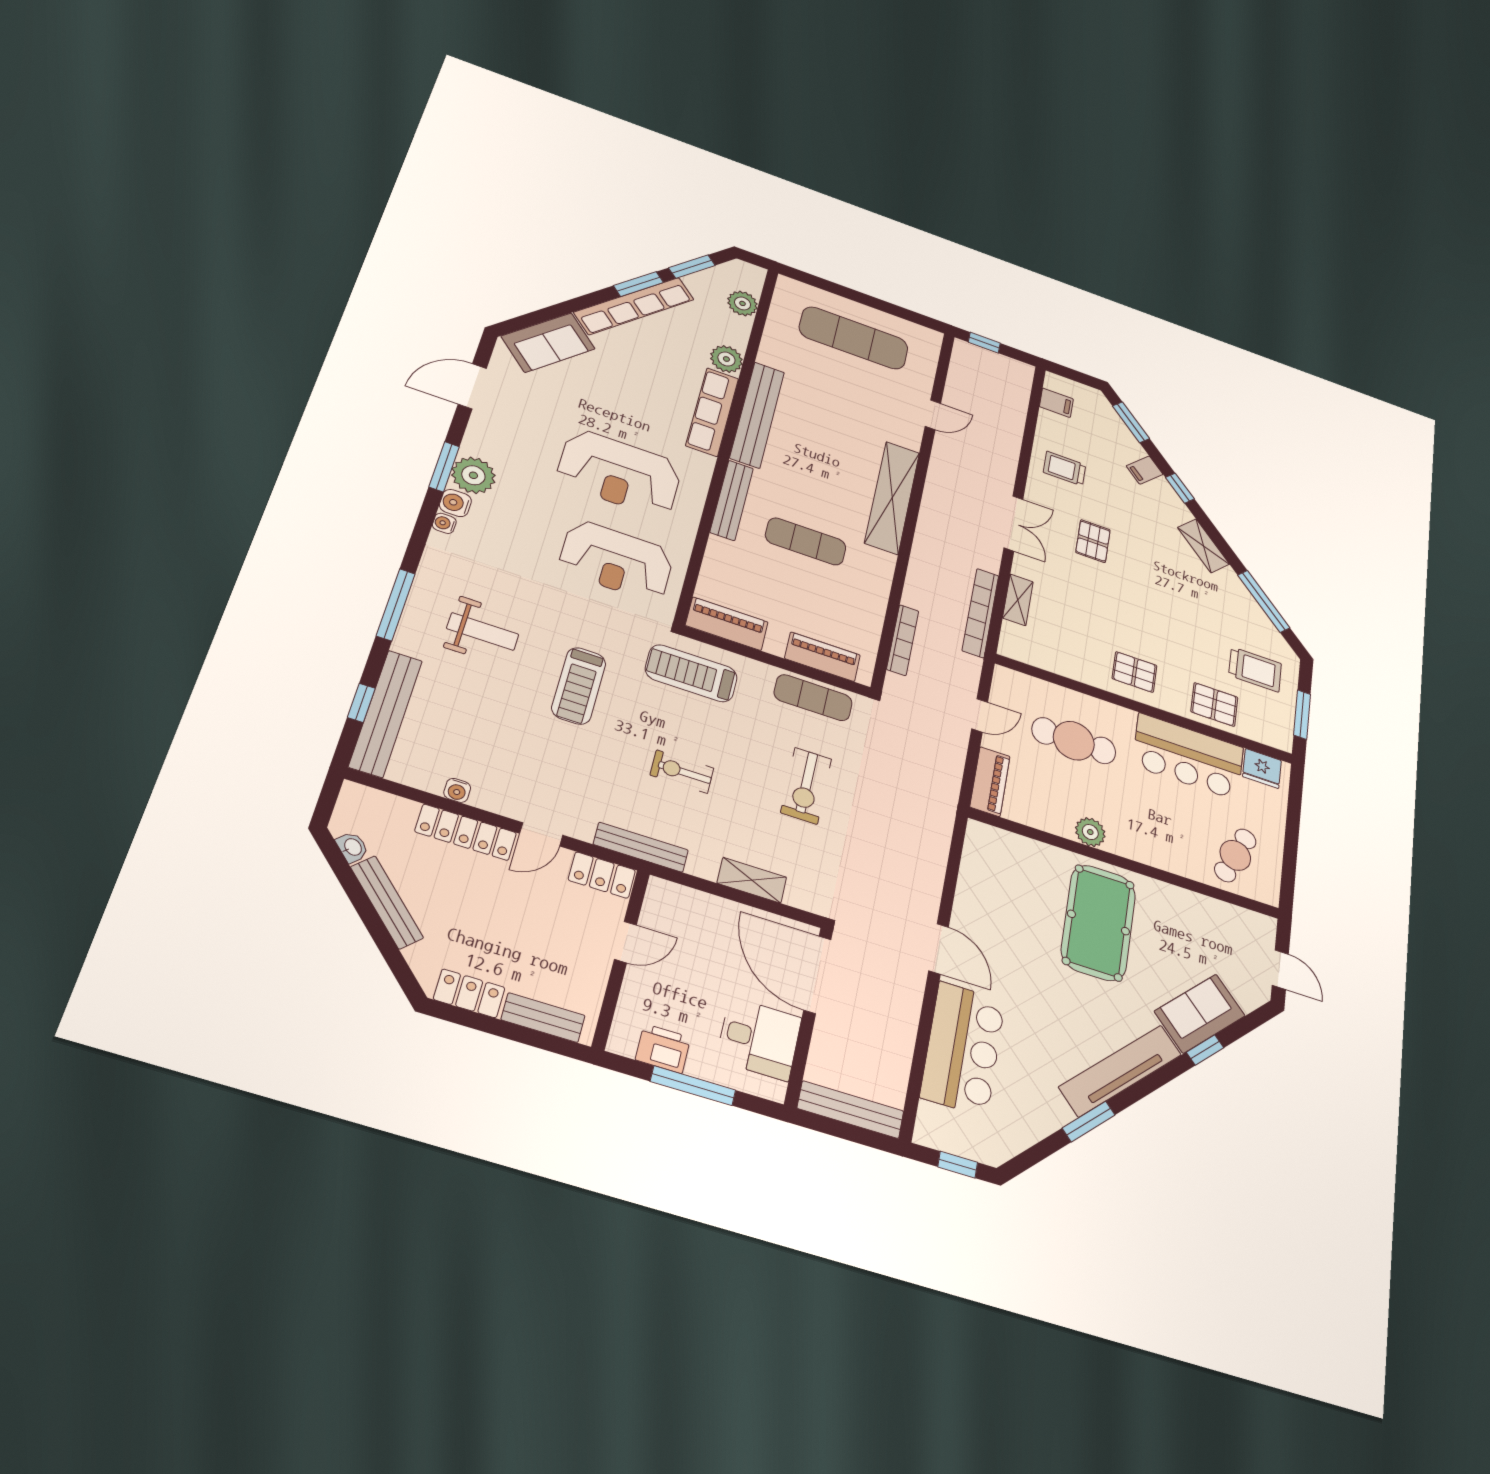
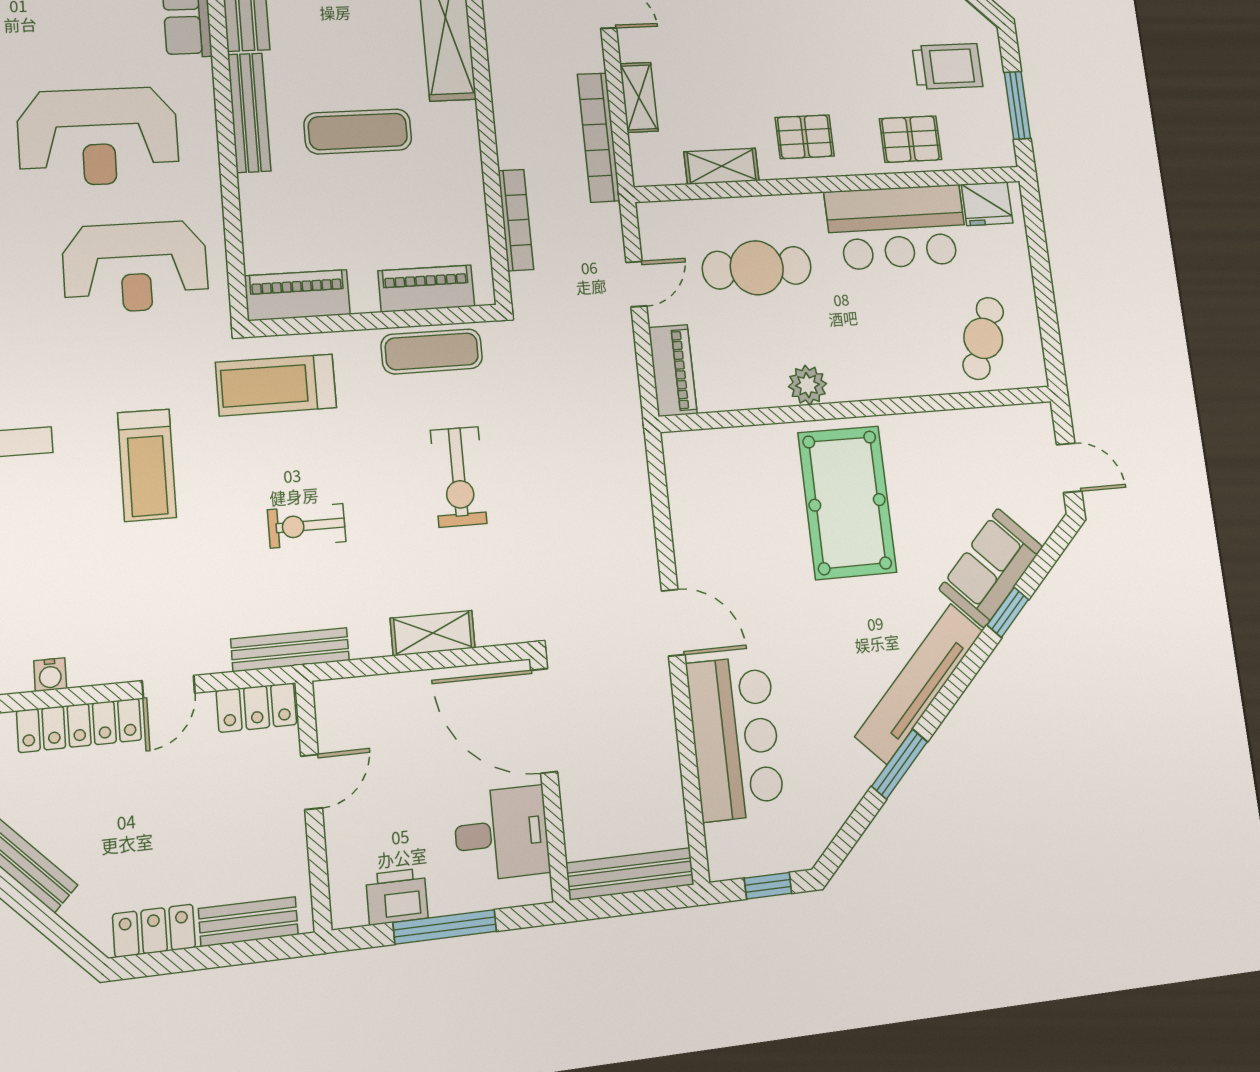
shelving: (1066, 666) -> (722, 166), added

